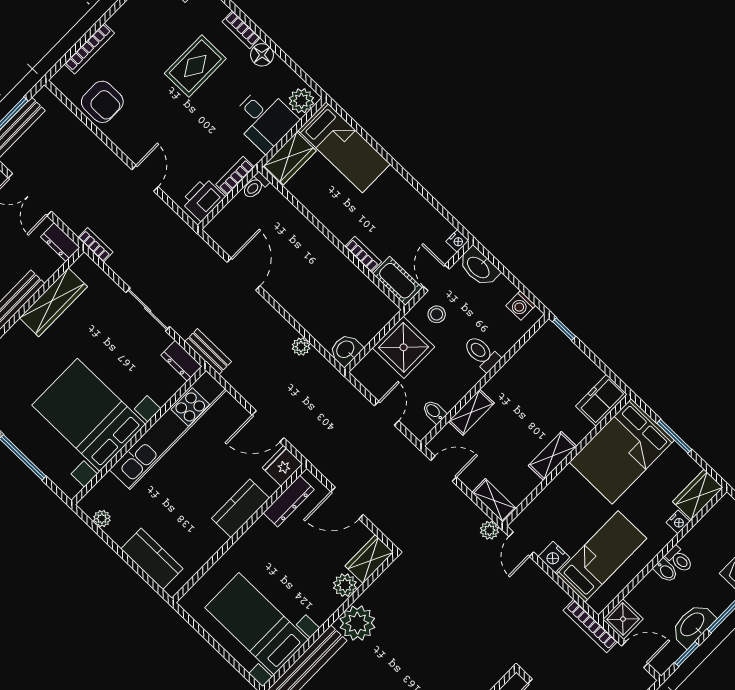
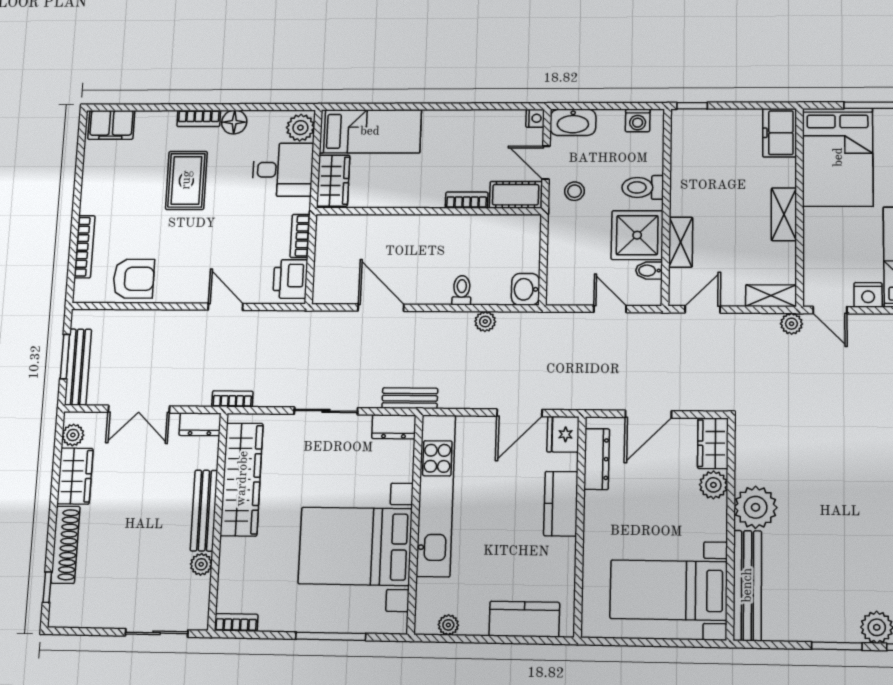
toilet: (255, 186) -> (462, 290), moved, turned 180
wardrobe: (53, 302) -> (242, 479), width x1.40, depth x1.17
shower: (404, 347) -> (637, 235), moved

